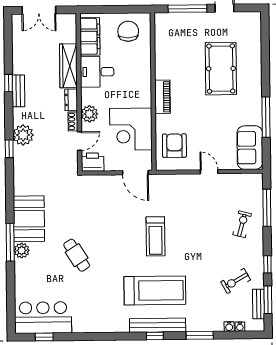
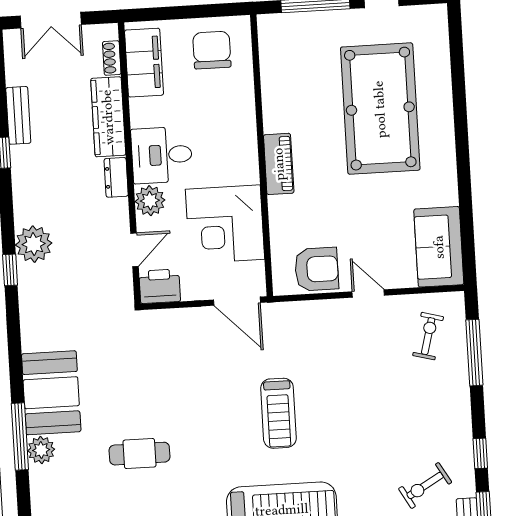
pool table: (221, 69) -> (380, 109), width x1.36, depth x1.32
desk: (97, 72) -> (162, 155), moved
bench: (18, 91) -> (18, 115), moved
window: (266, 117) -> (465, 191), removed
shoe rack: (73, 121) -> (112, 58), moved
armchair: (174, 146) -> (317, 269), moved, turned 90
exercise bike: (242, 224) -> (428, 336), moved
cafe table: (77, 255) -> (139, 454), turned -58

